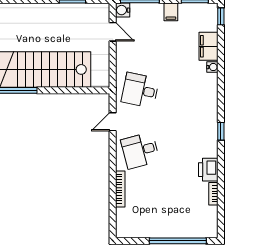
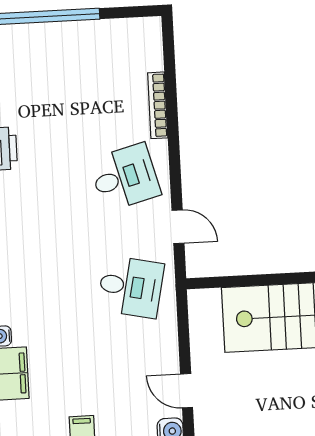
door: (113, 122) -> (178, 227), hinge flipped

